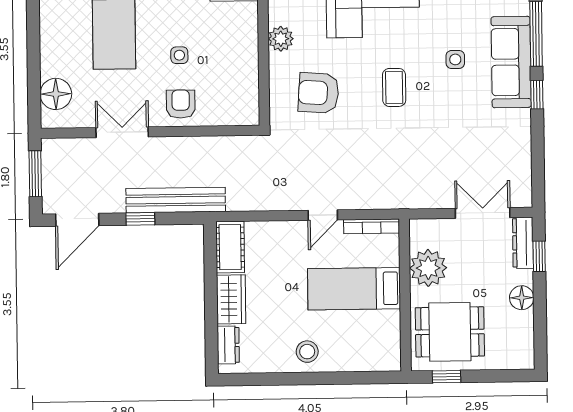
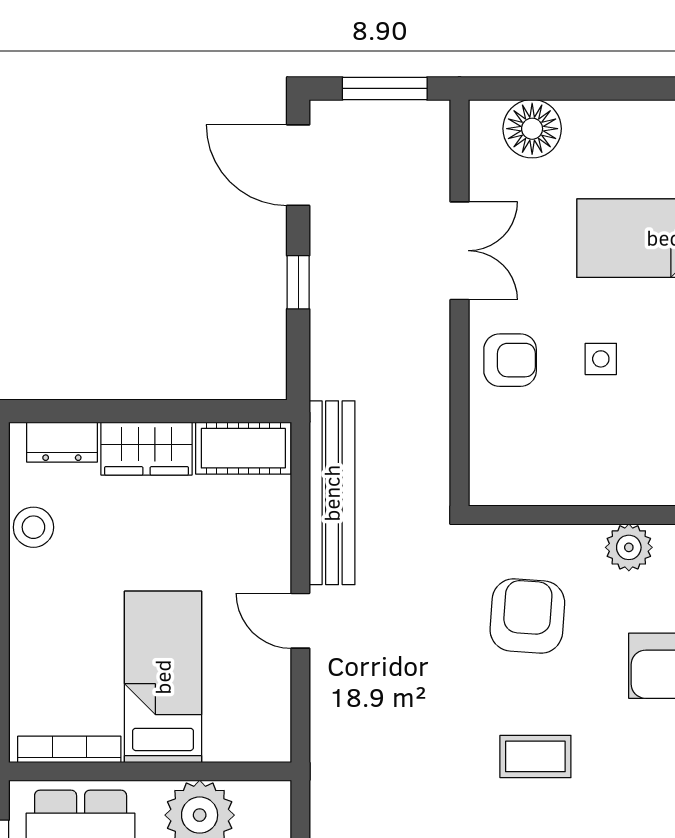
bench: (176, 200) -> (332, 493), moved
bookcase: (372, 226) -> (69, 749), moved, turned 90
stool: (307, 352) -> (33, 527), moved

